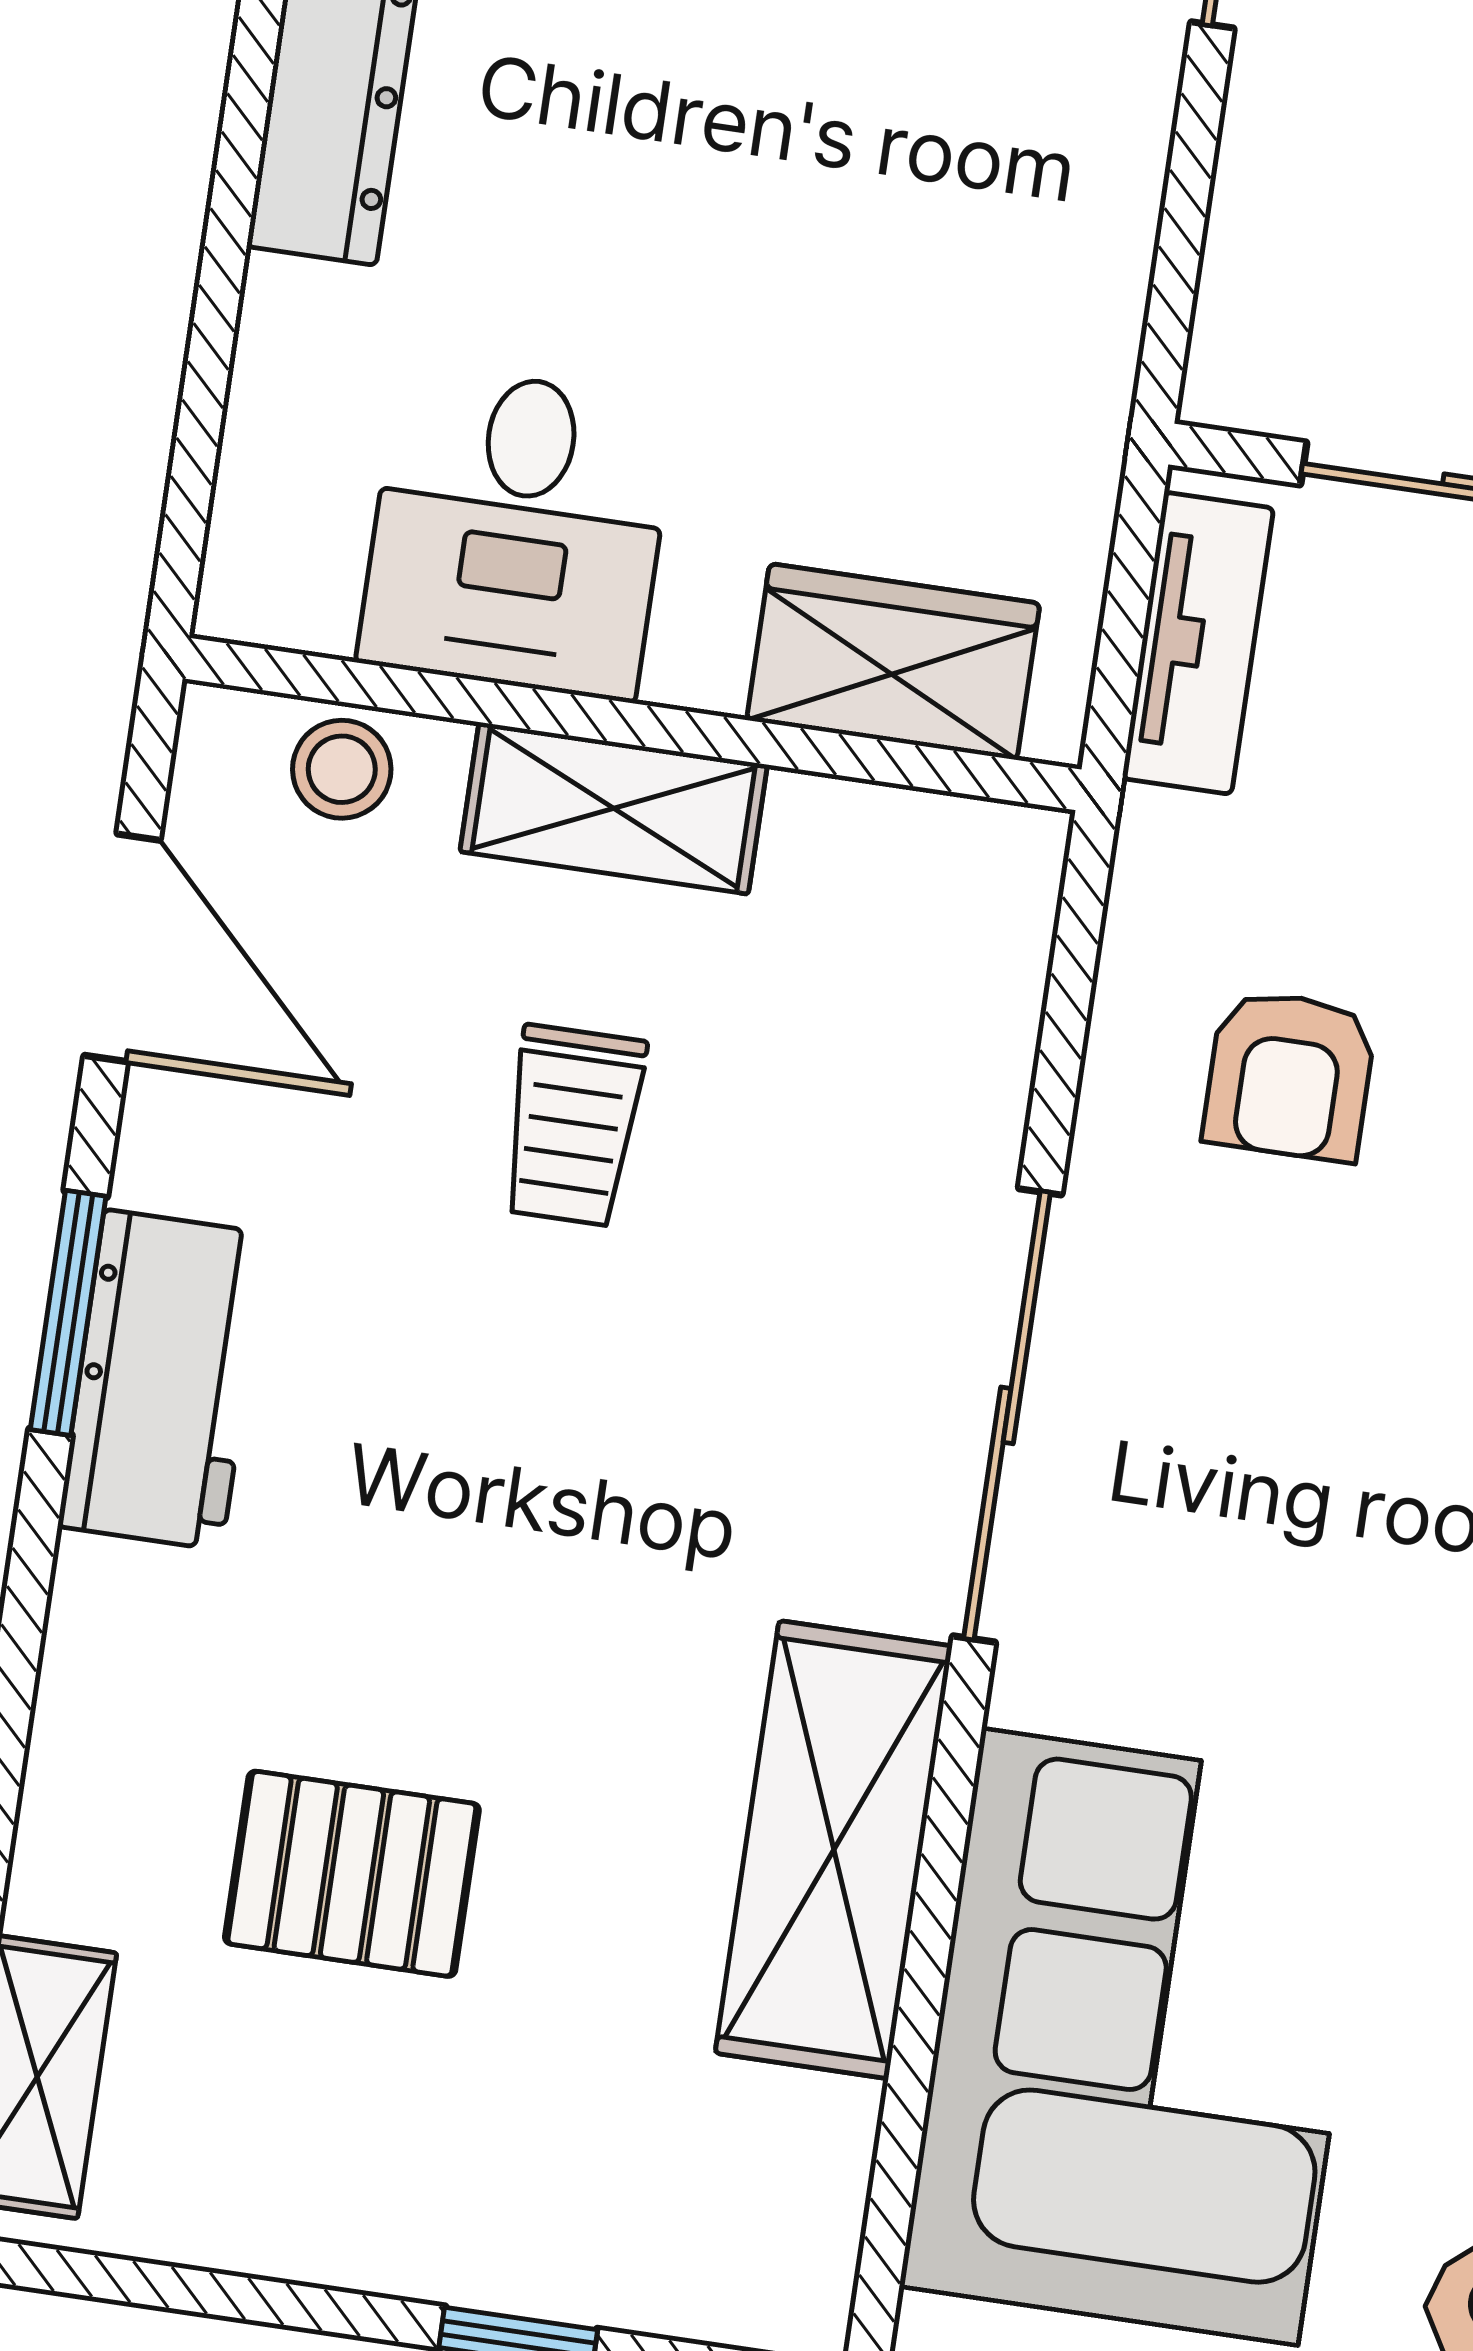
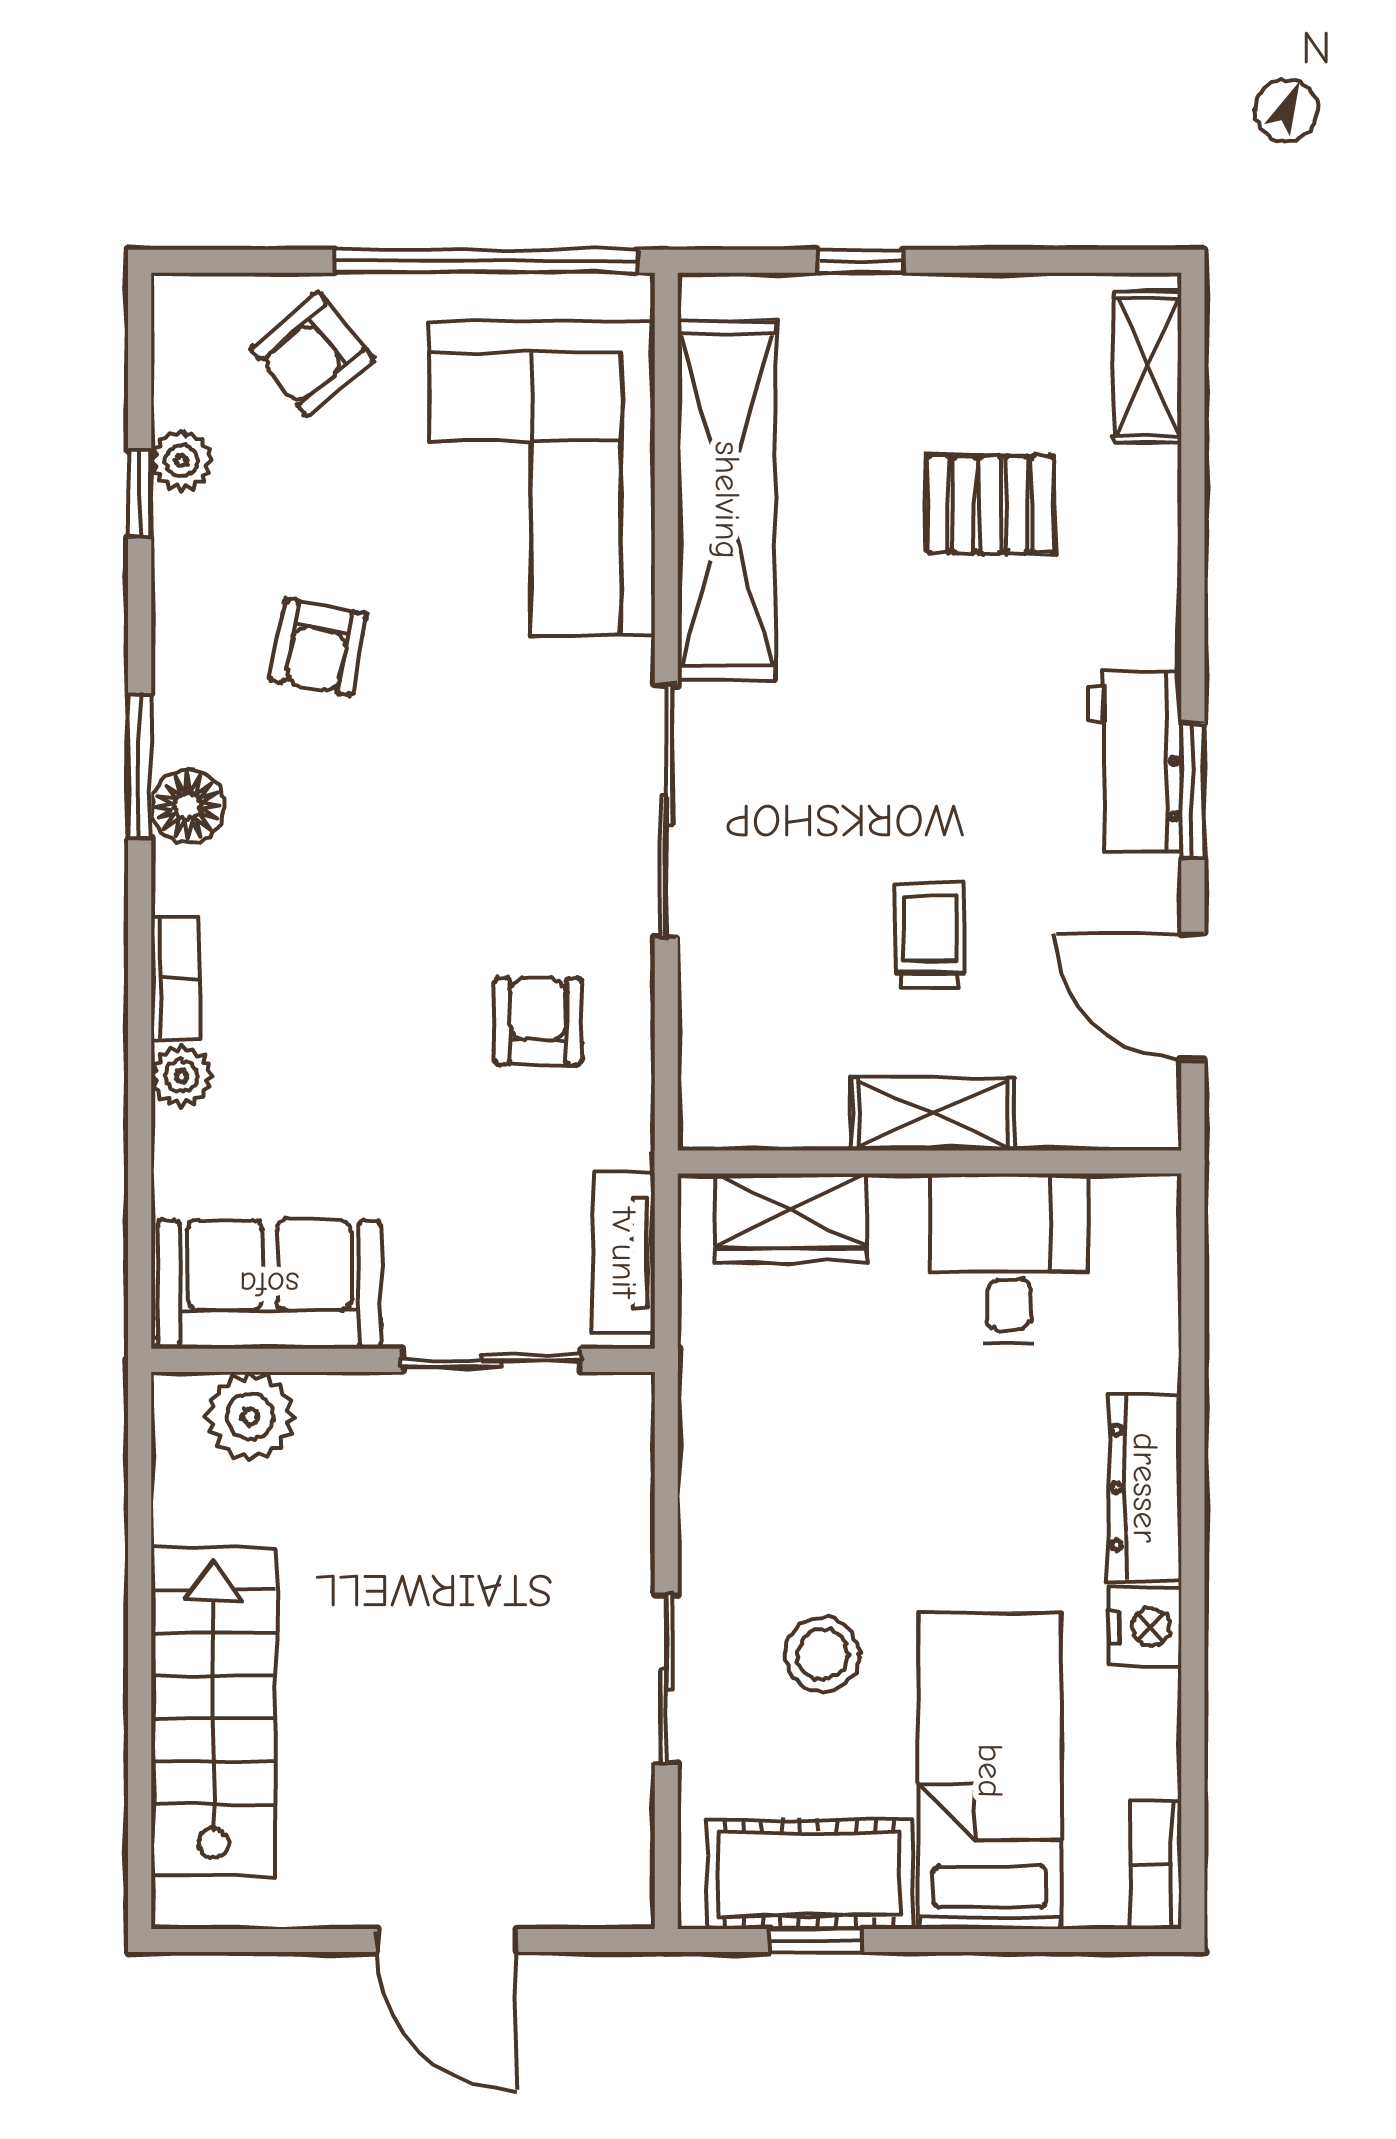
stool: (342, 769) -> (1086, 1113), removed
shelving: (834, 1850) -> (727, 500), width x1.47

